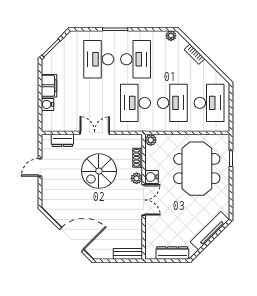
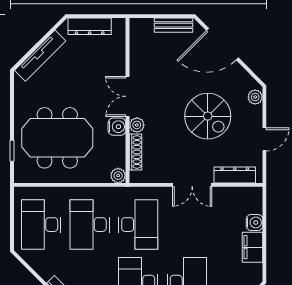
dresser: (62, 140) -> (235, 175), width x1.44
shoe rack: (138, 158) -> (135, 152), width x1.43
meeting table: (197, 169) -> (57, 138), turned 90
spiral stairs: (99, 171) -> (208, 116), moved, turned 90
plant: (47, 199) -> (255, 97), added
bench: (128, 254) -> (174, 25), moved

